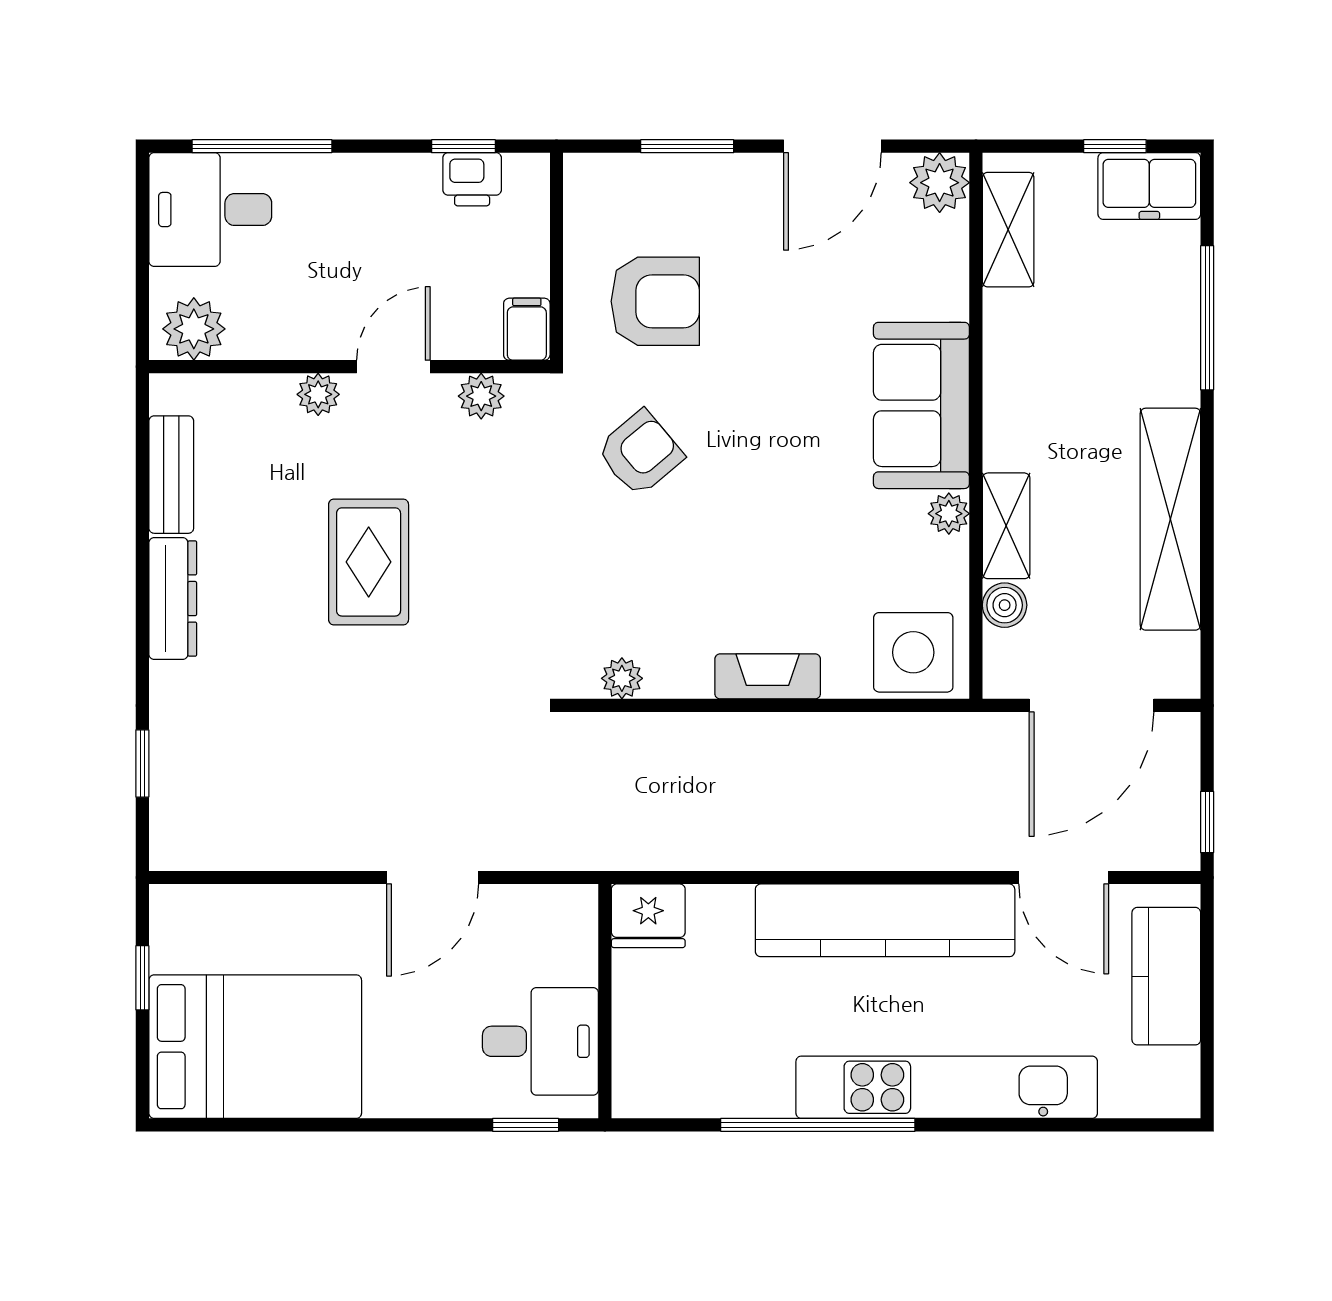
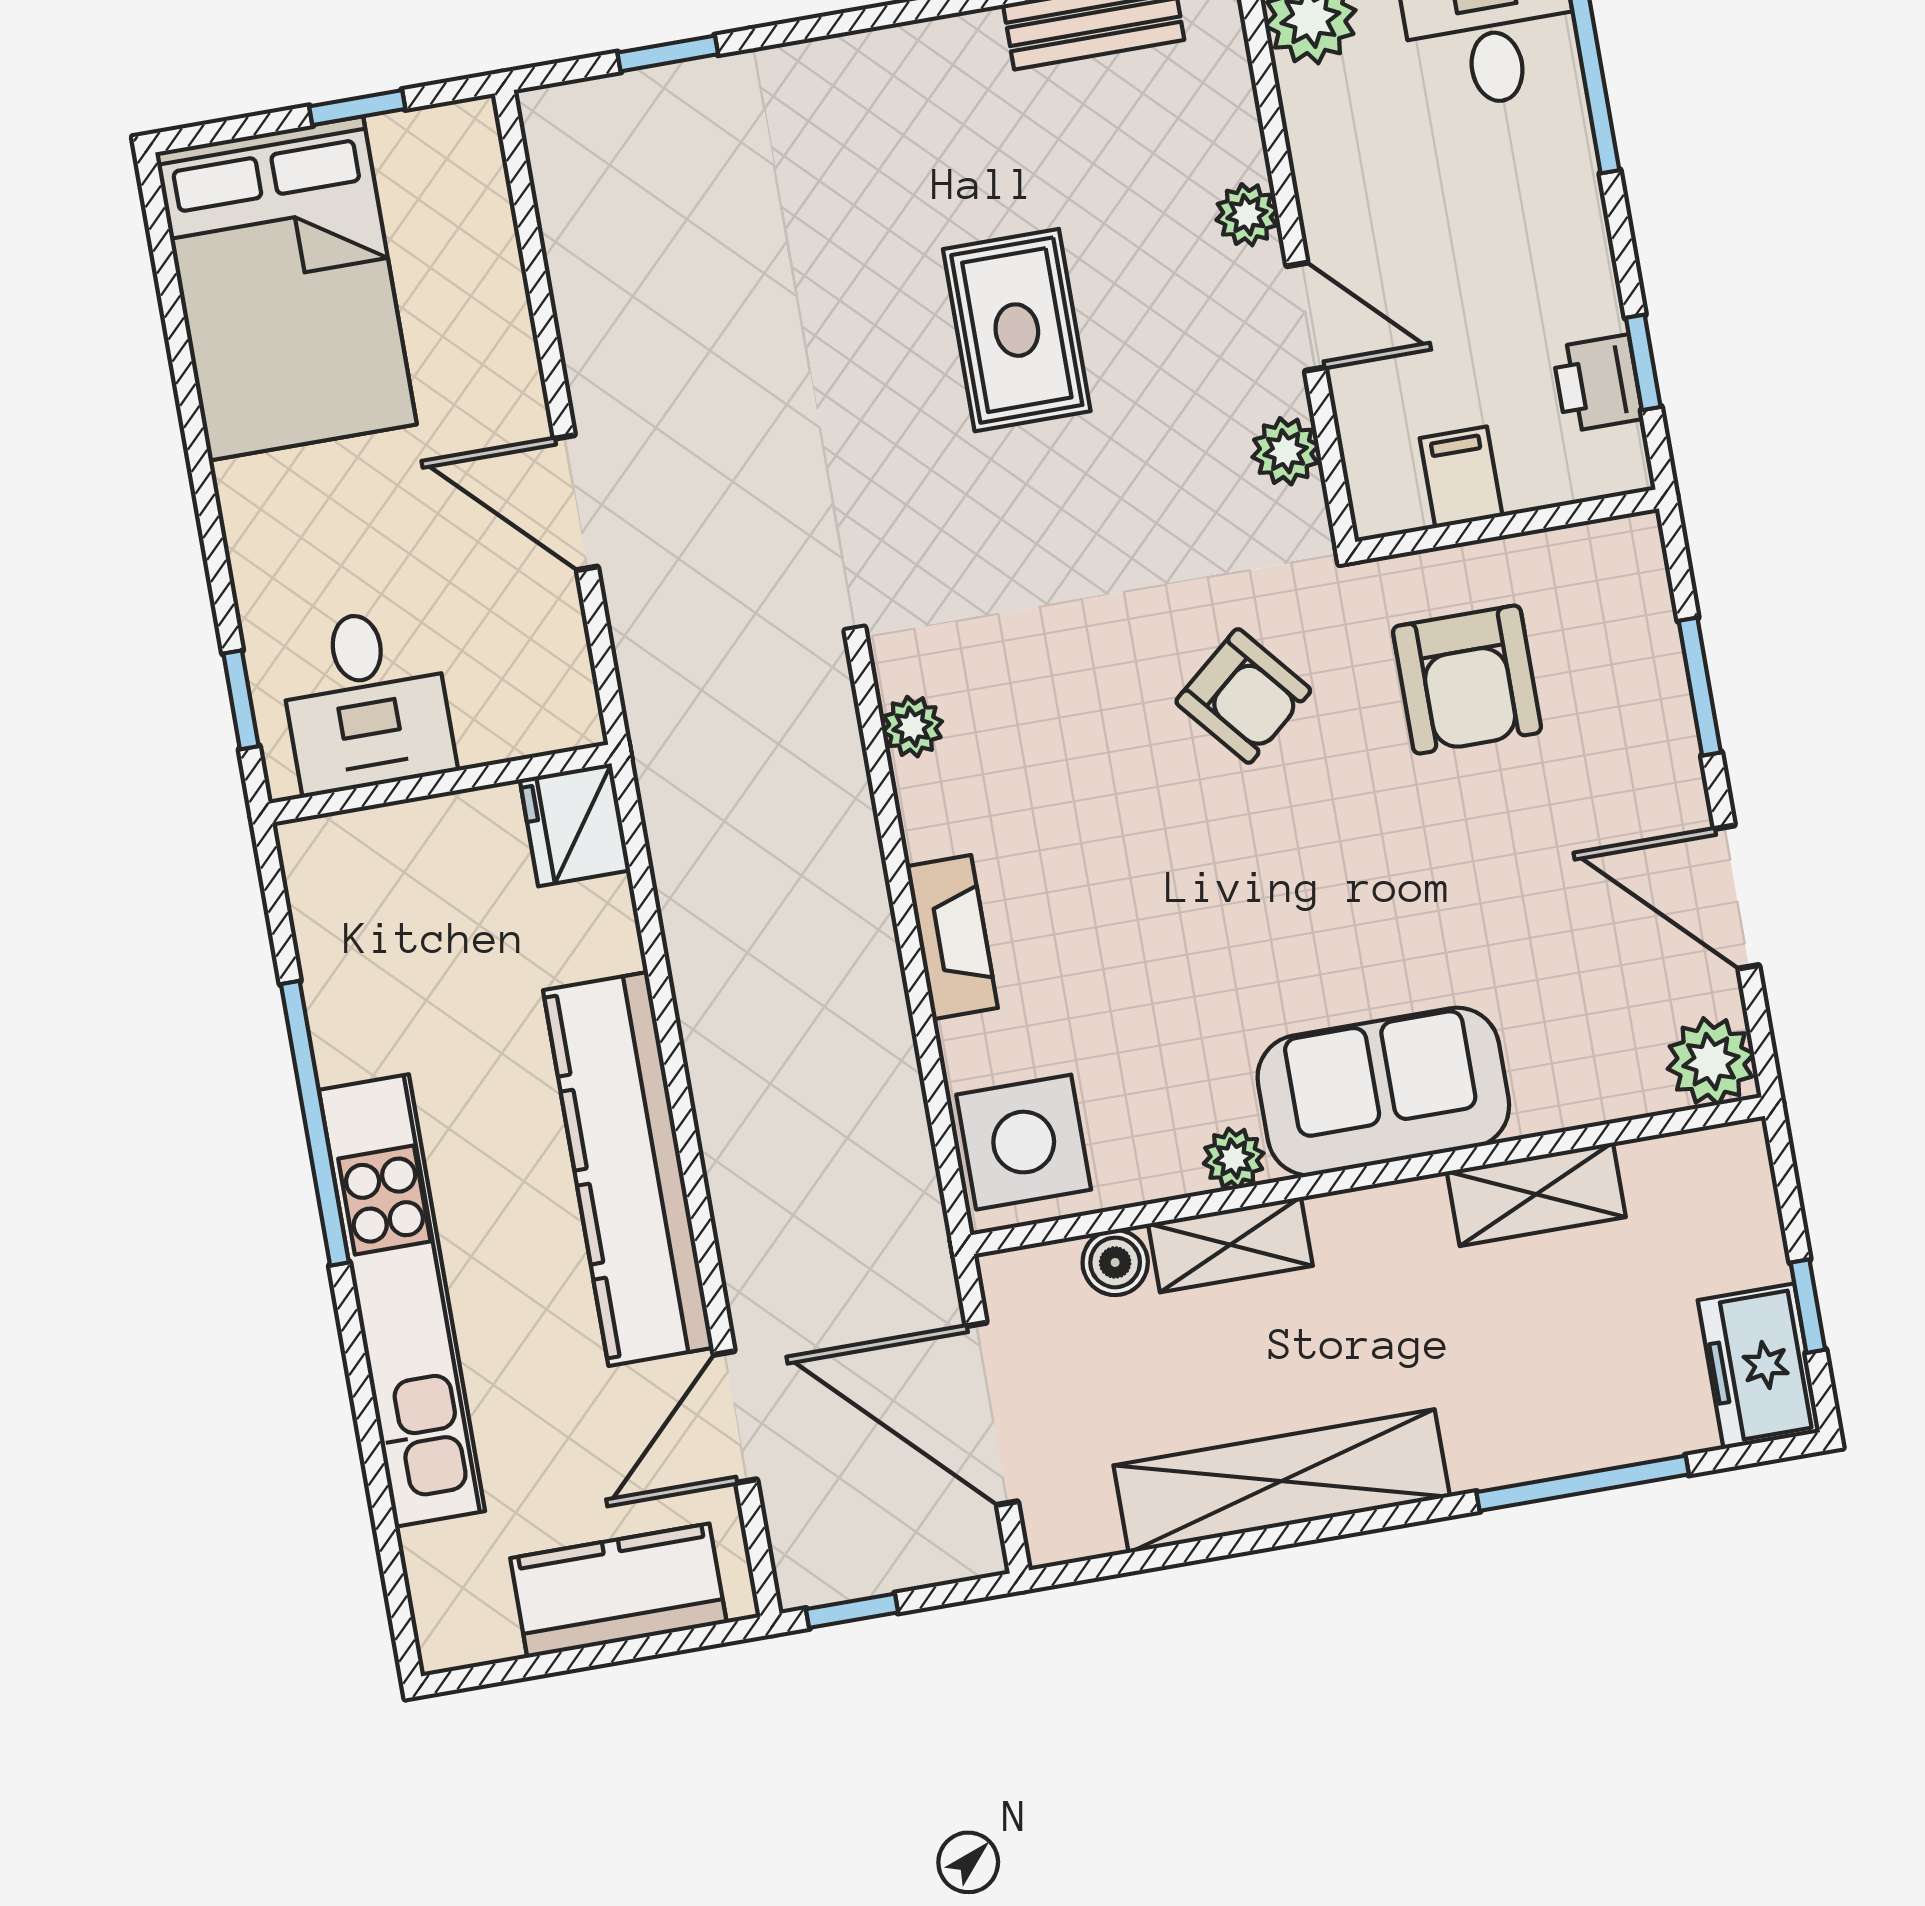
shelving: (1008, 230) -> (1536, 1194), moved
filing cabinet: (527, 329) -> (1461, 477), moved, turned -90
rug: (369, 562) -> (1017, 330), turned 90
dresser: (173, 599) -> (914, 56), removed

